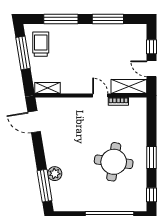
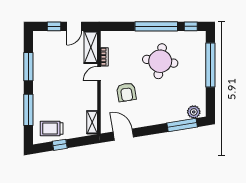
window: (23, 53) -> (60, 145), width x0.46
door: (34, 122) -> (123, 135), swing flipped
armchair: (80, 125) -> (126, 92), added
window: (152, 158) -> (156, 26), width x2.11
plant: (55, 174) -> (194, 112), moved

